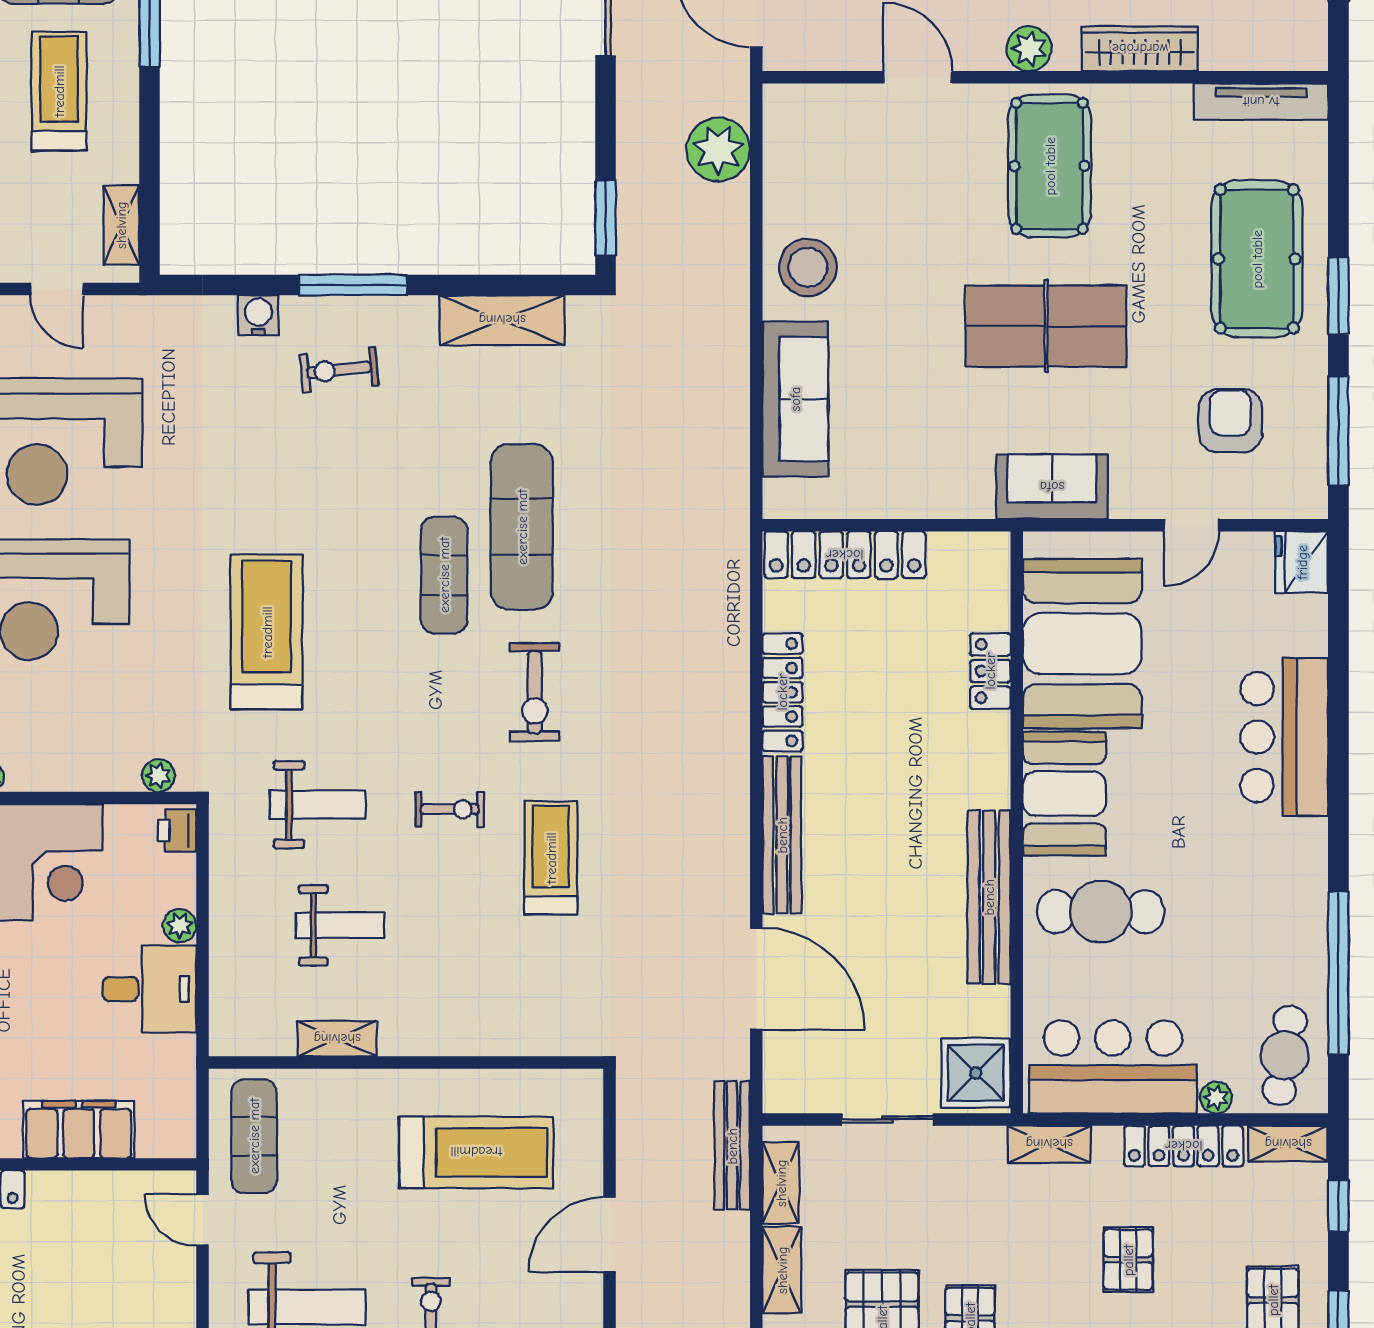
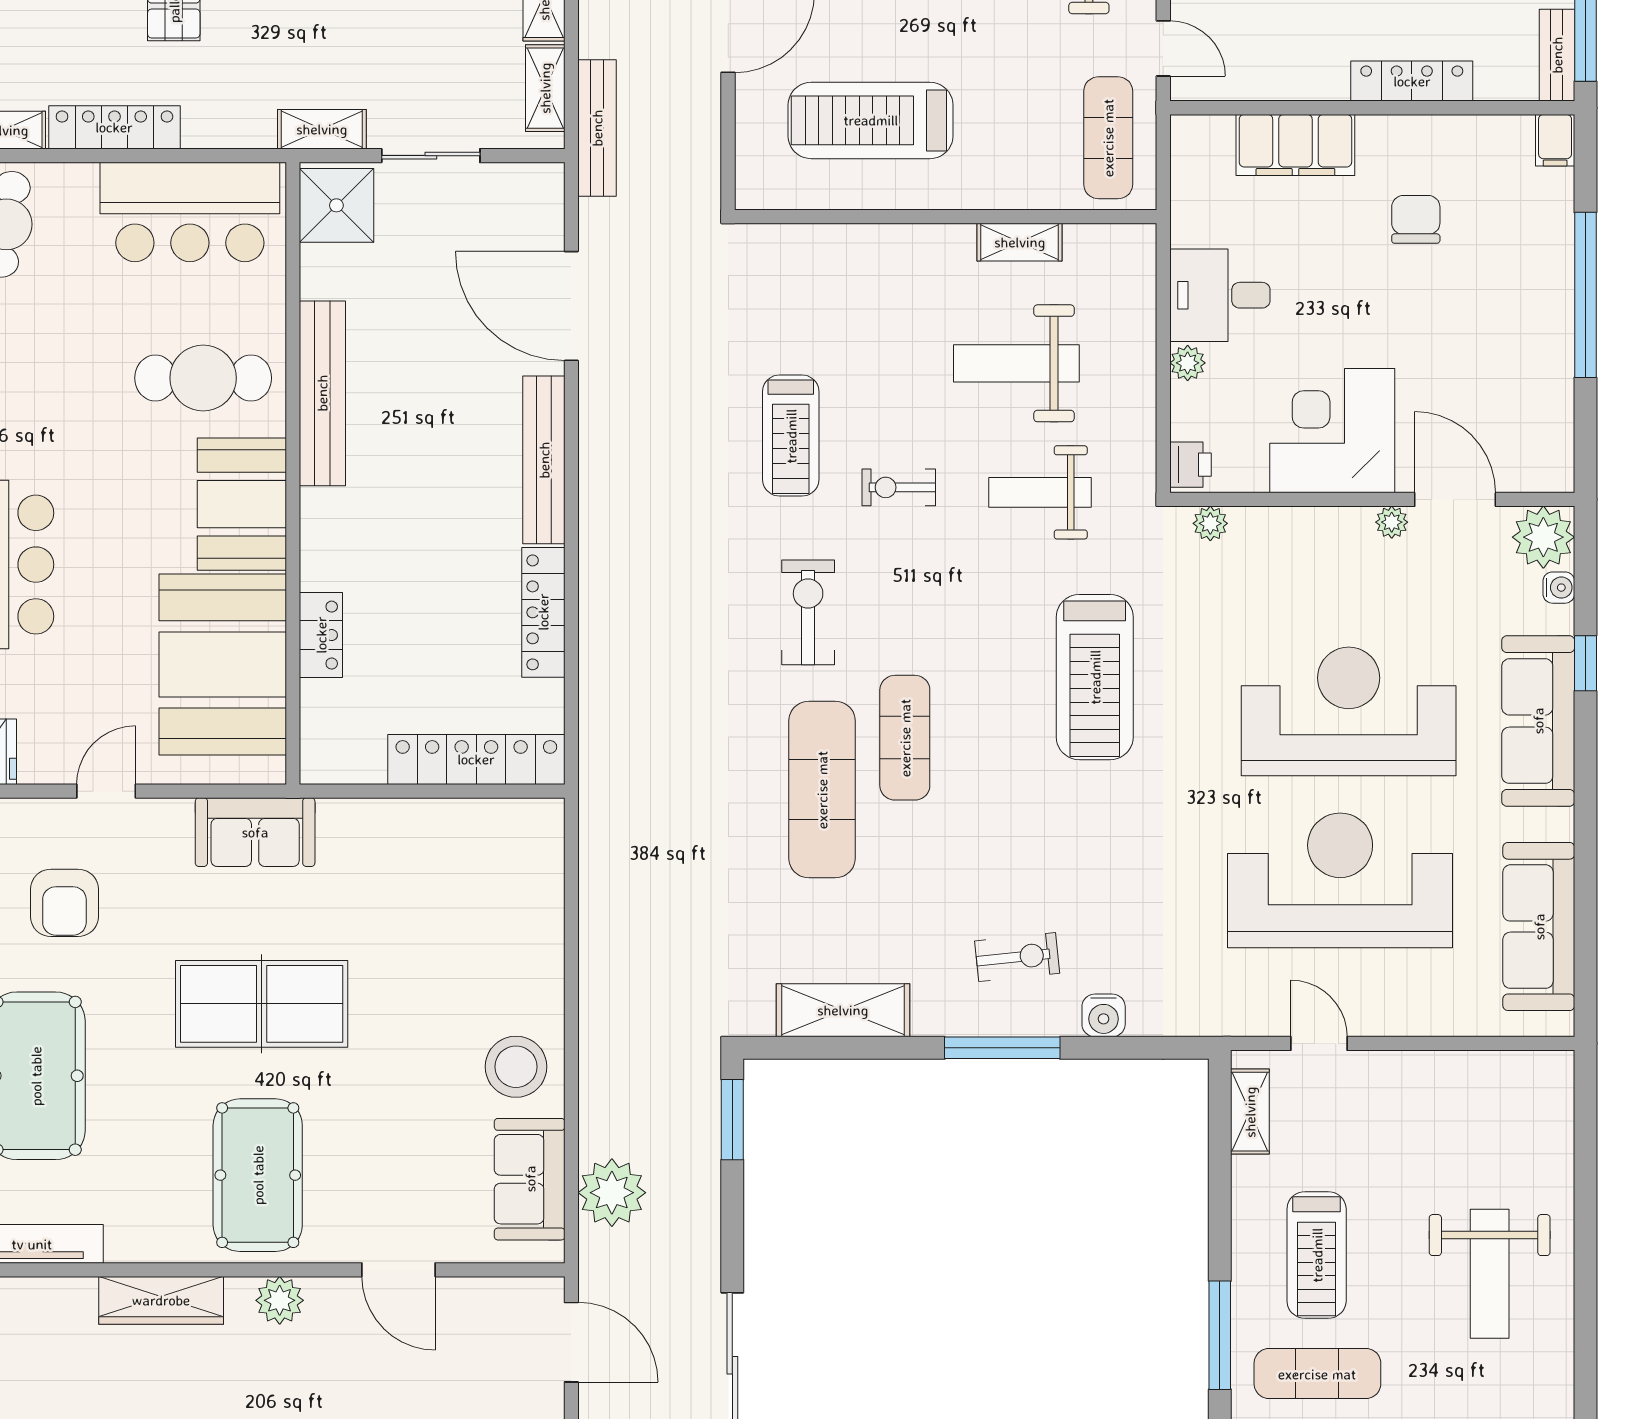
sofa: (795, 399) -> (530, 1179), moved, width x0.73
weight bench: (340, 925) -> (1016, 363), width x1.36, depth x1.33
plant: (1216, 1098) -> (80, 179), removed
shelving: (1049, 1144) -> (322, 129), moved

